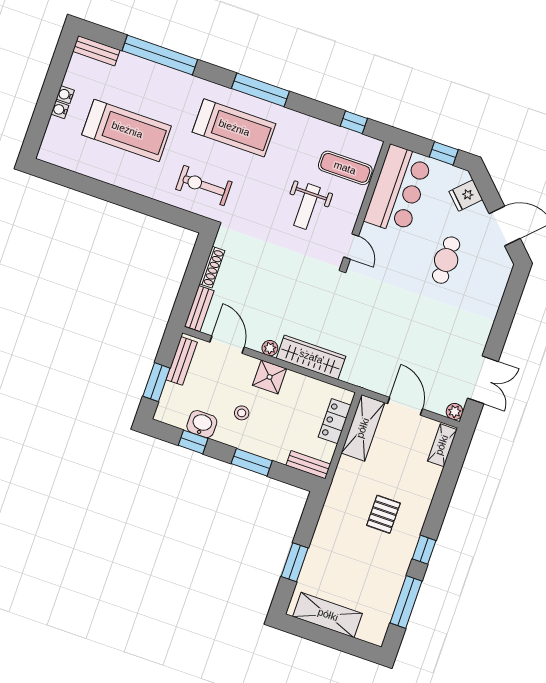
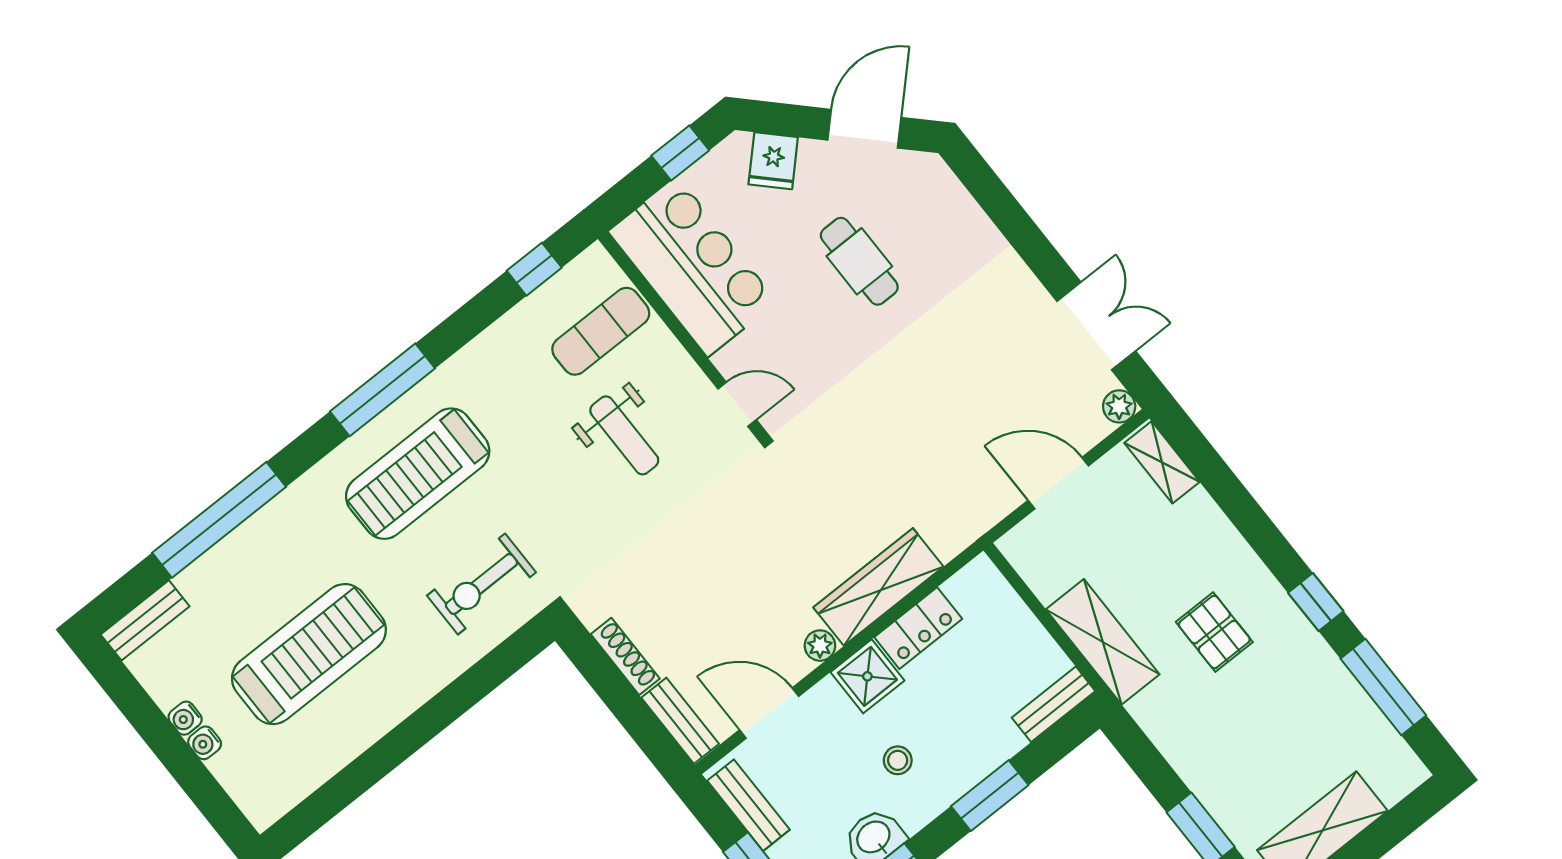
treadmill: (234, 128) -> (418, 474), turned 180
locker: (335, 421) -> (918, 628), moved, turned -90
shelving: (363, 428) -> (1103, 642), moved

